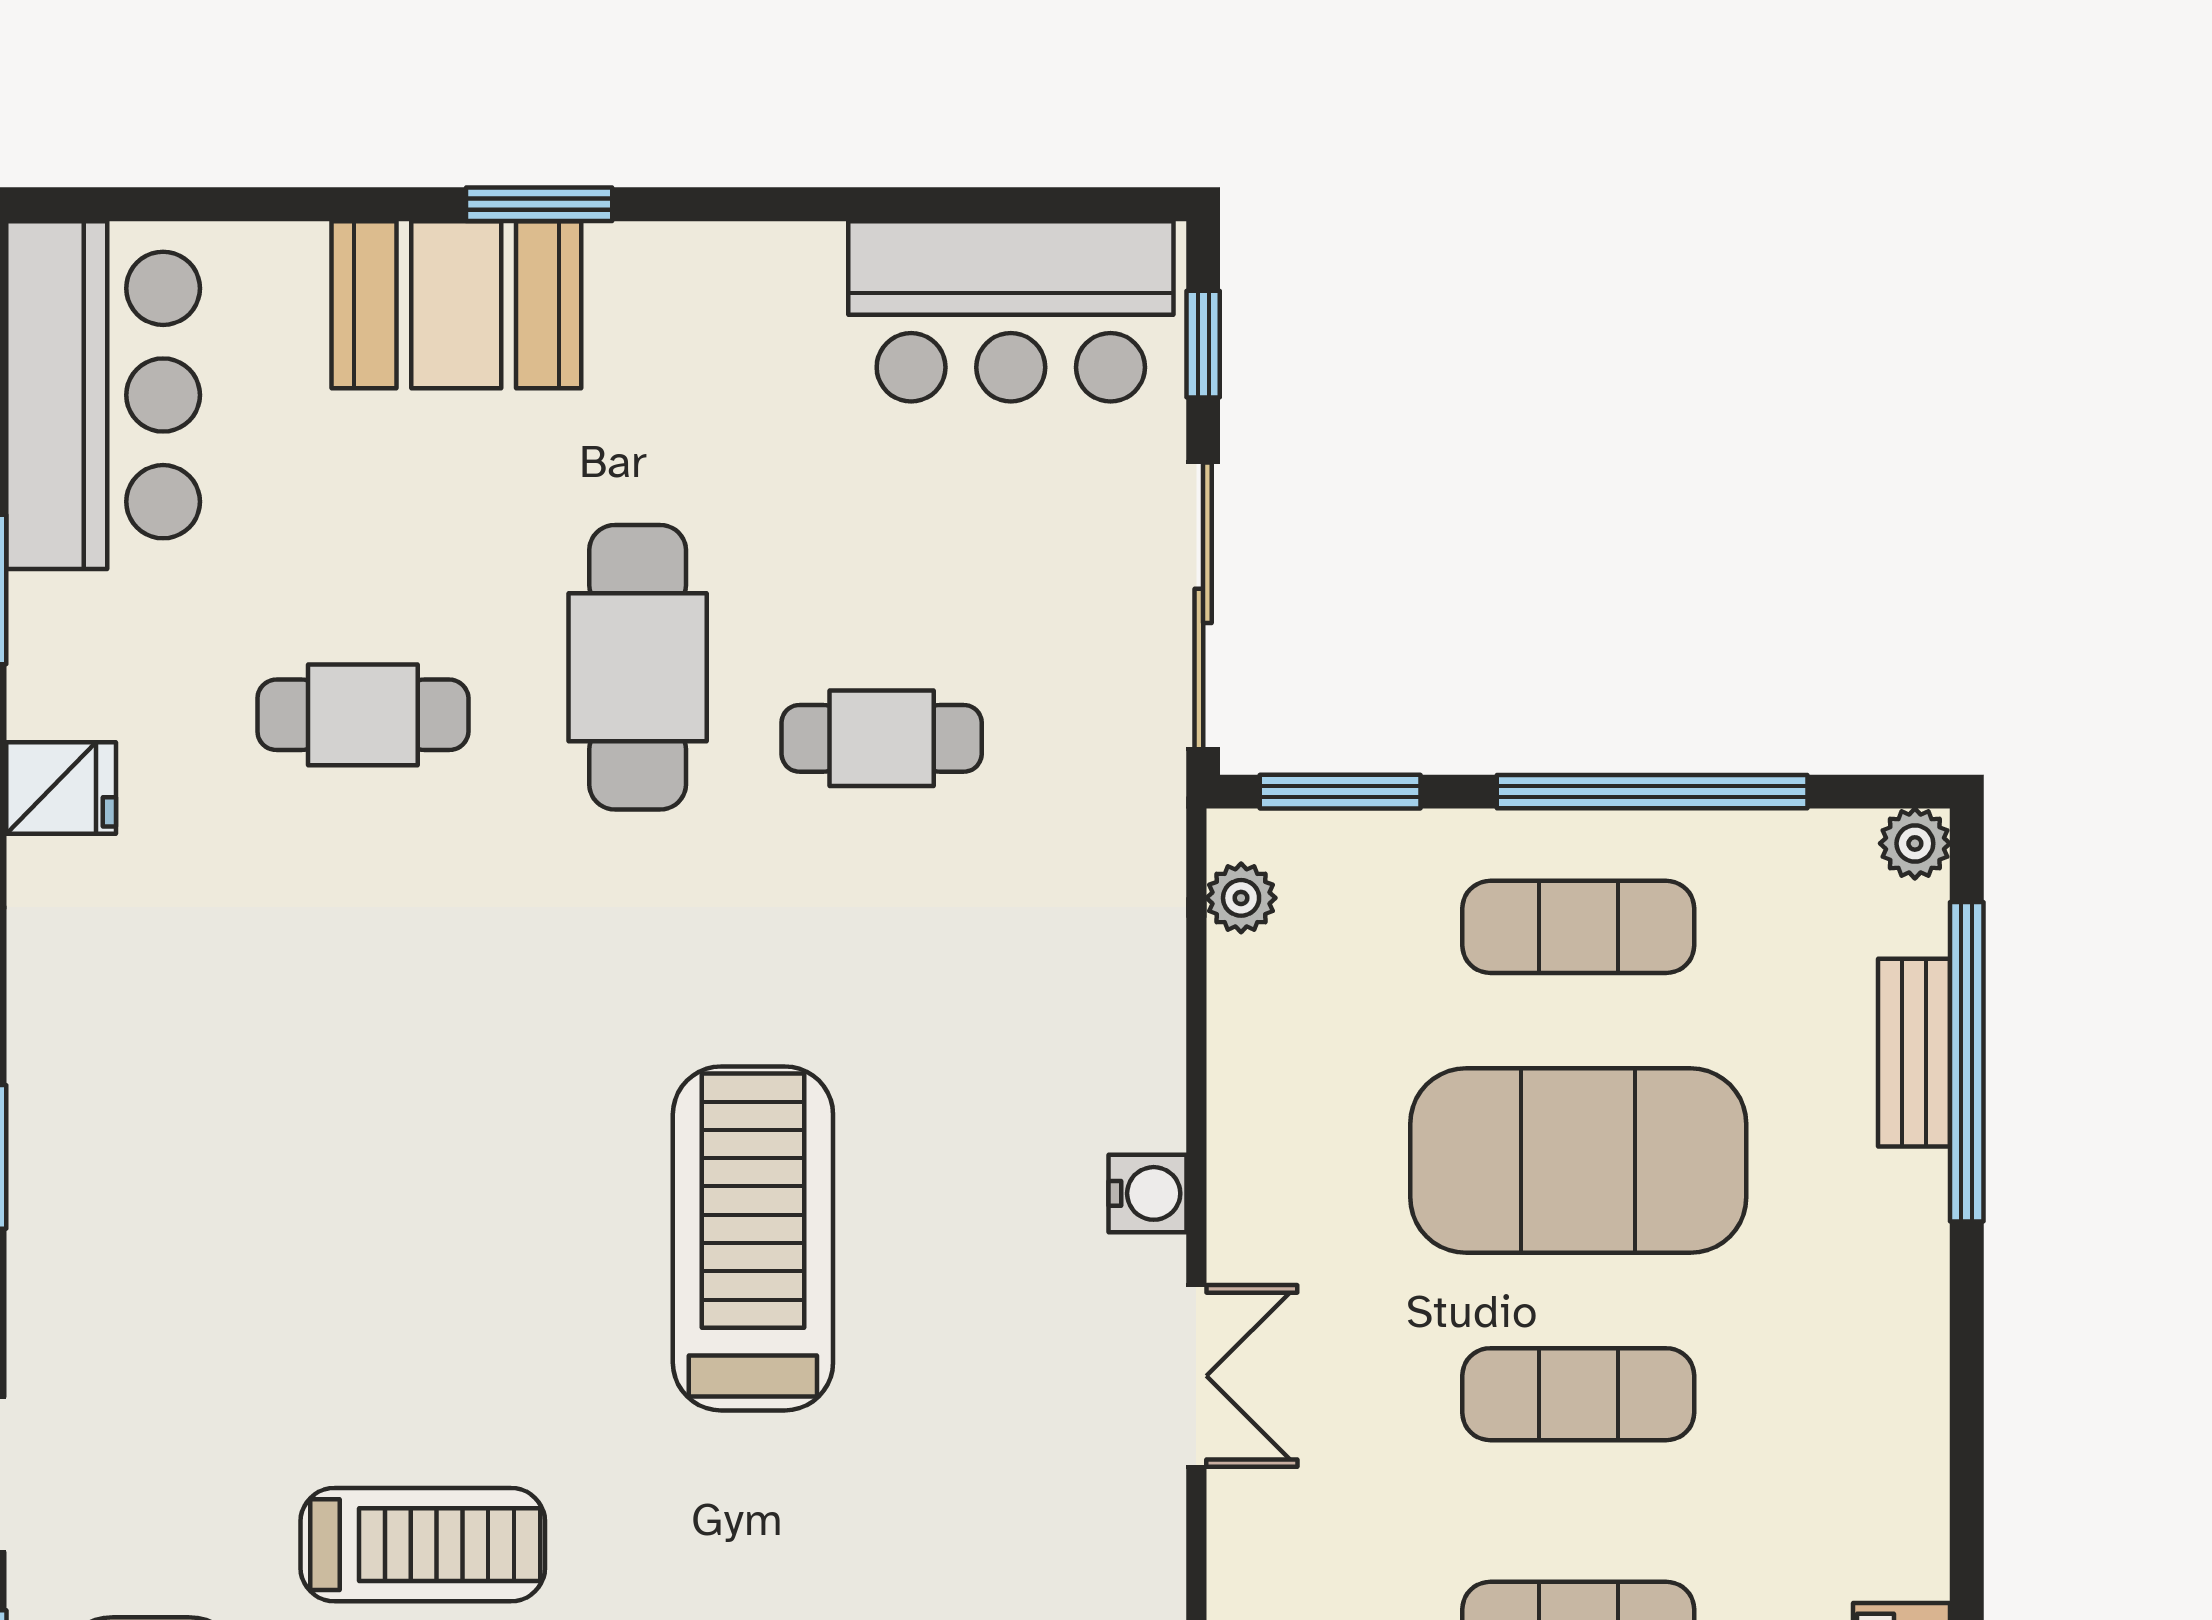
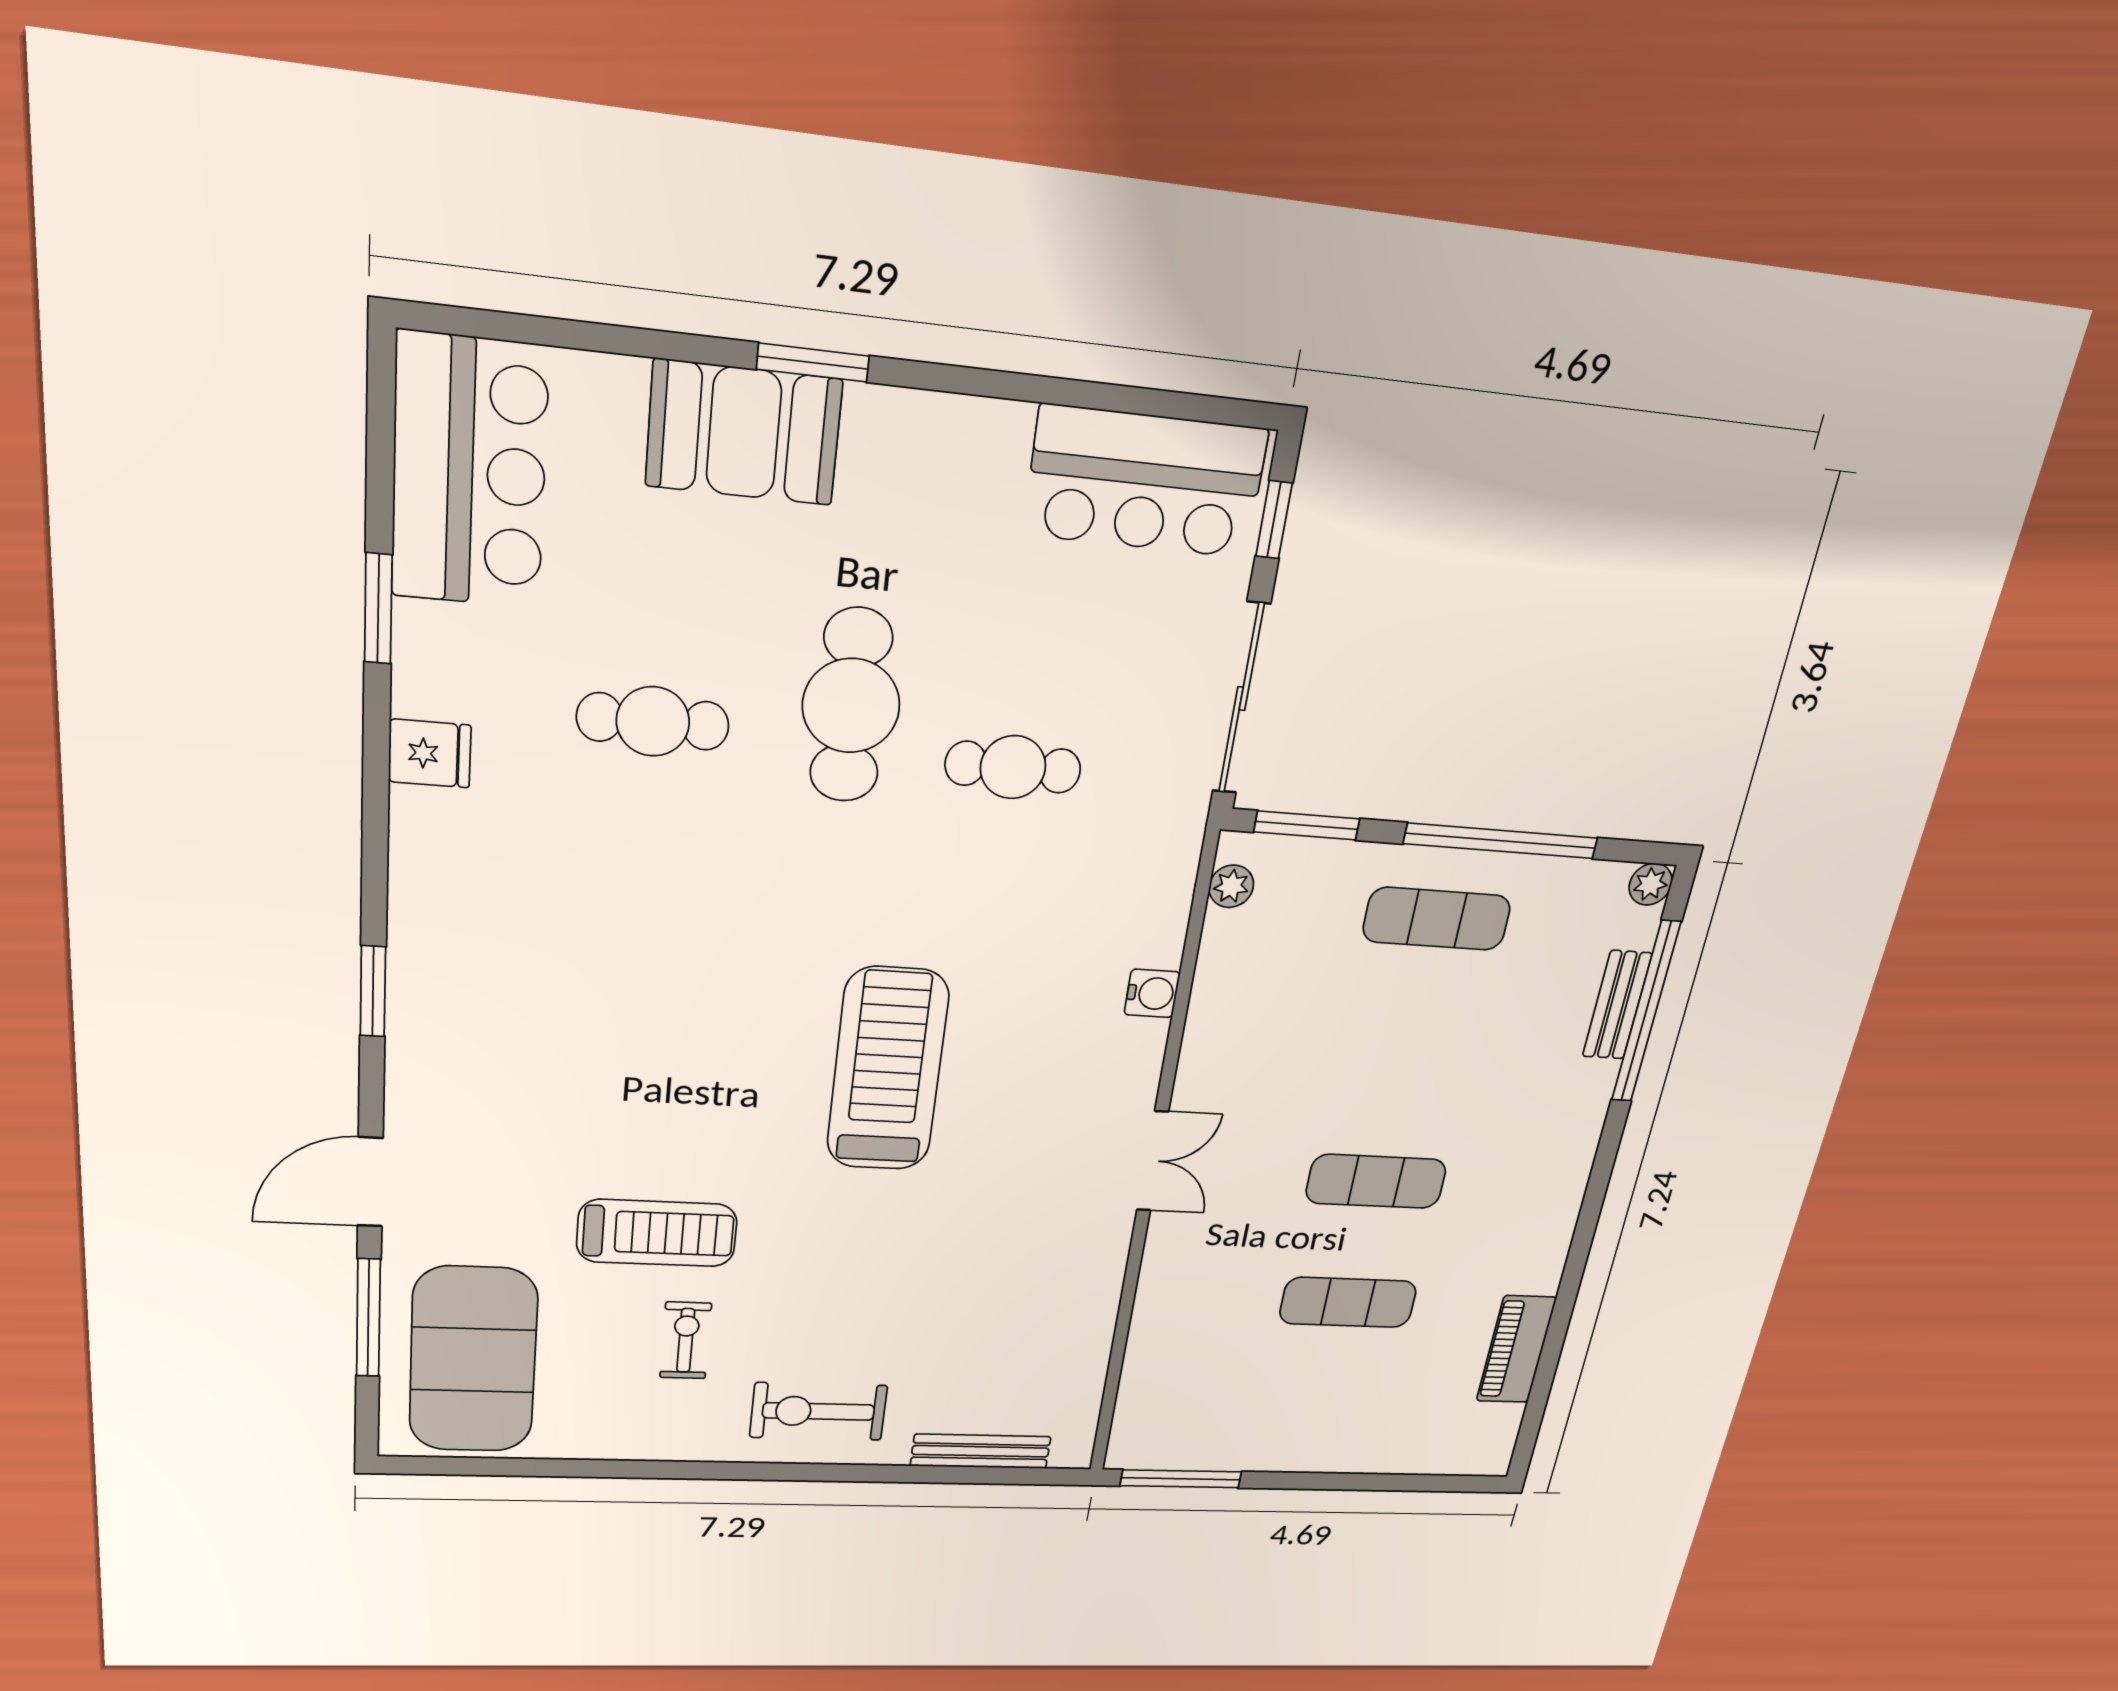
exercise mat: (1578, 1161) -> (1406, 1054), removed
water cooler: (1147, 1193) -> (1152, 993), moved

